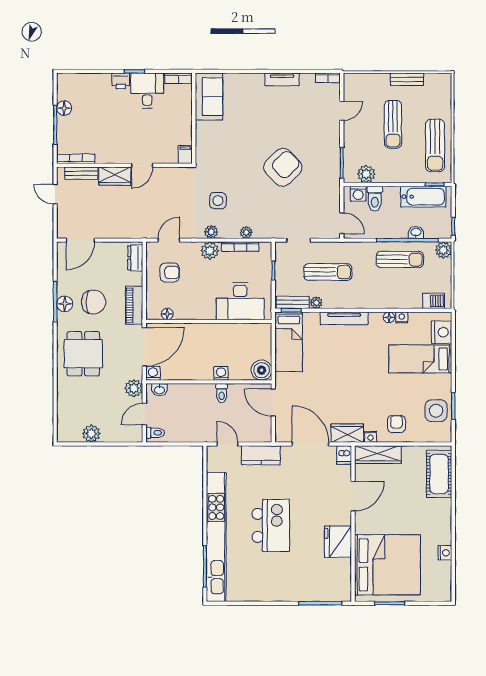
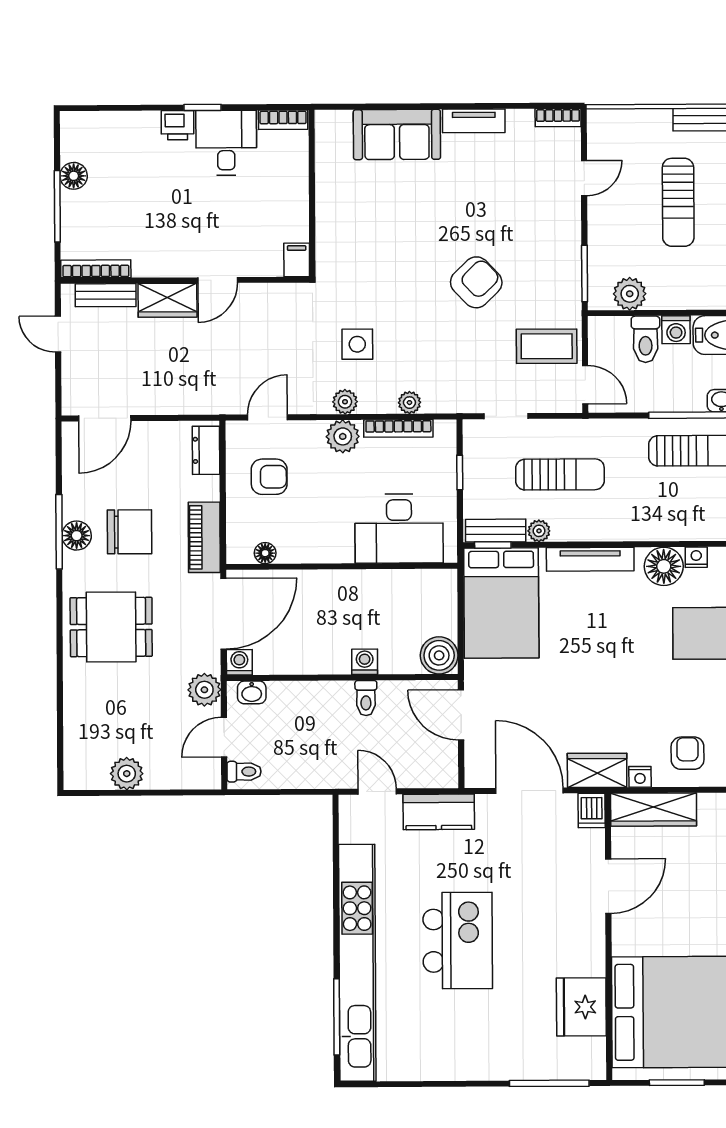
sofa: (209, 97) -> (397, 134), moved, turned 90
armchair: (283, 167) -> (476, 282), width x0.73, depth x0.73
washing machine: (358, 194) -> (676, 330), moved
coffee table: (321, 202) -> (547, 346), added
floor lamp: (389, 317) -> (664, 566), width x1.89, depth x1.89
bed: (289, 342) -> (501, 603), width x1.50
dining table: (83, 354) -> (111, 627), turned 90
fridge: (338, 542) -> (581, 1007), moved

